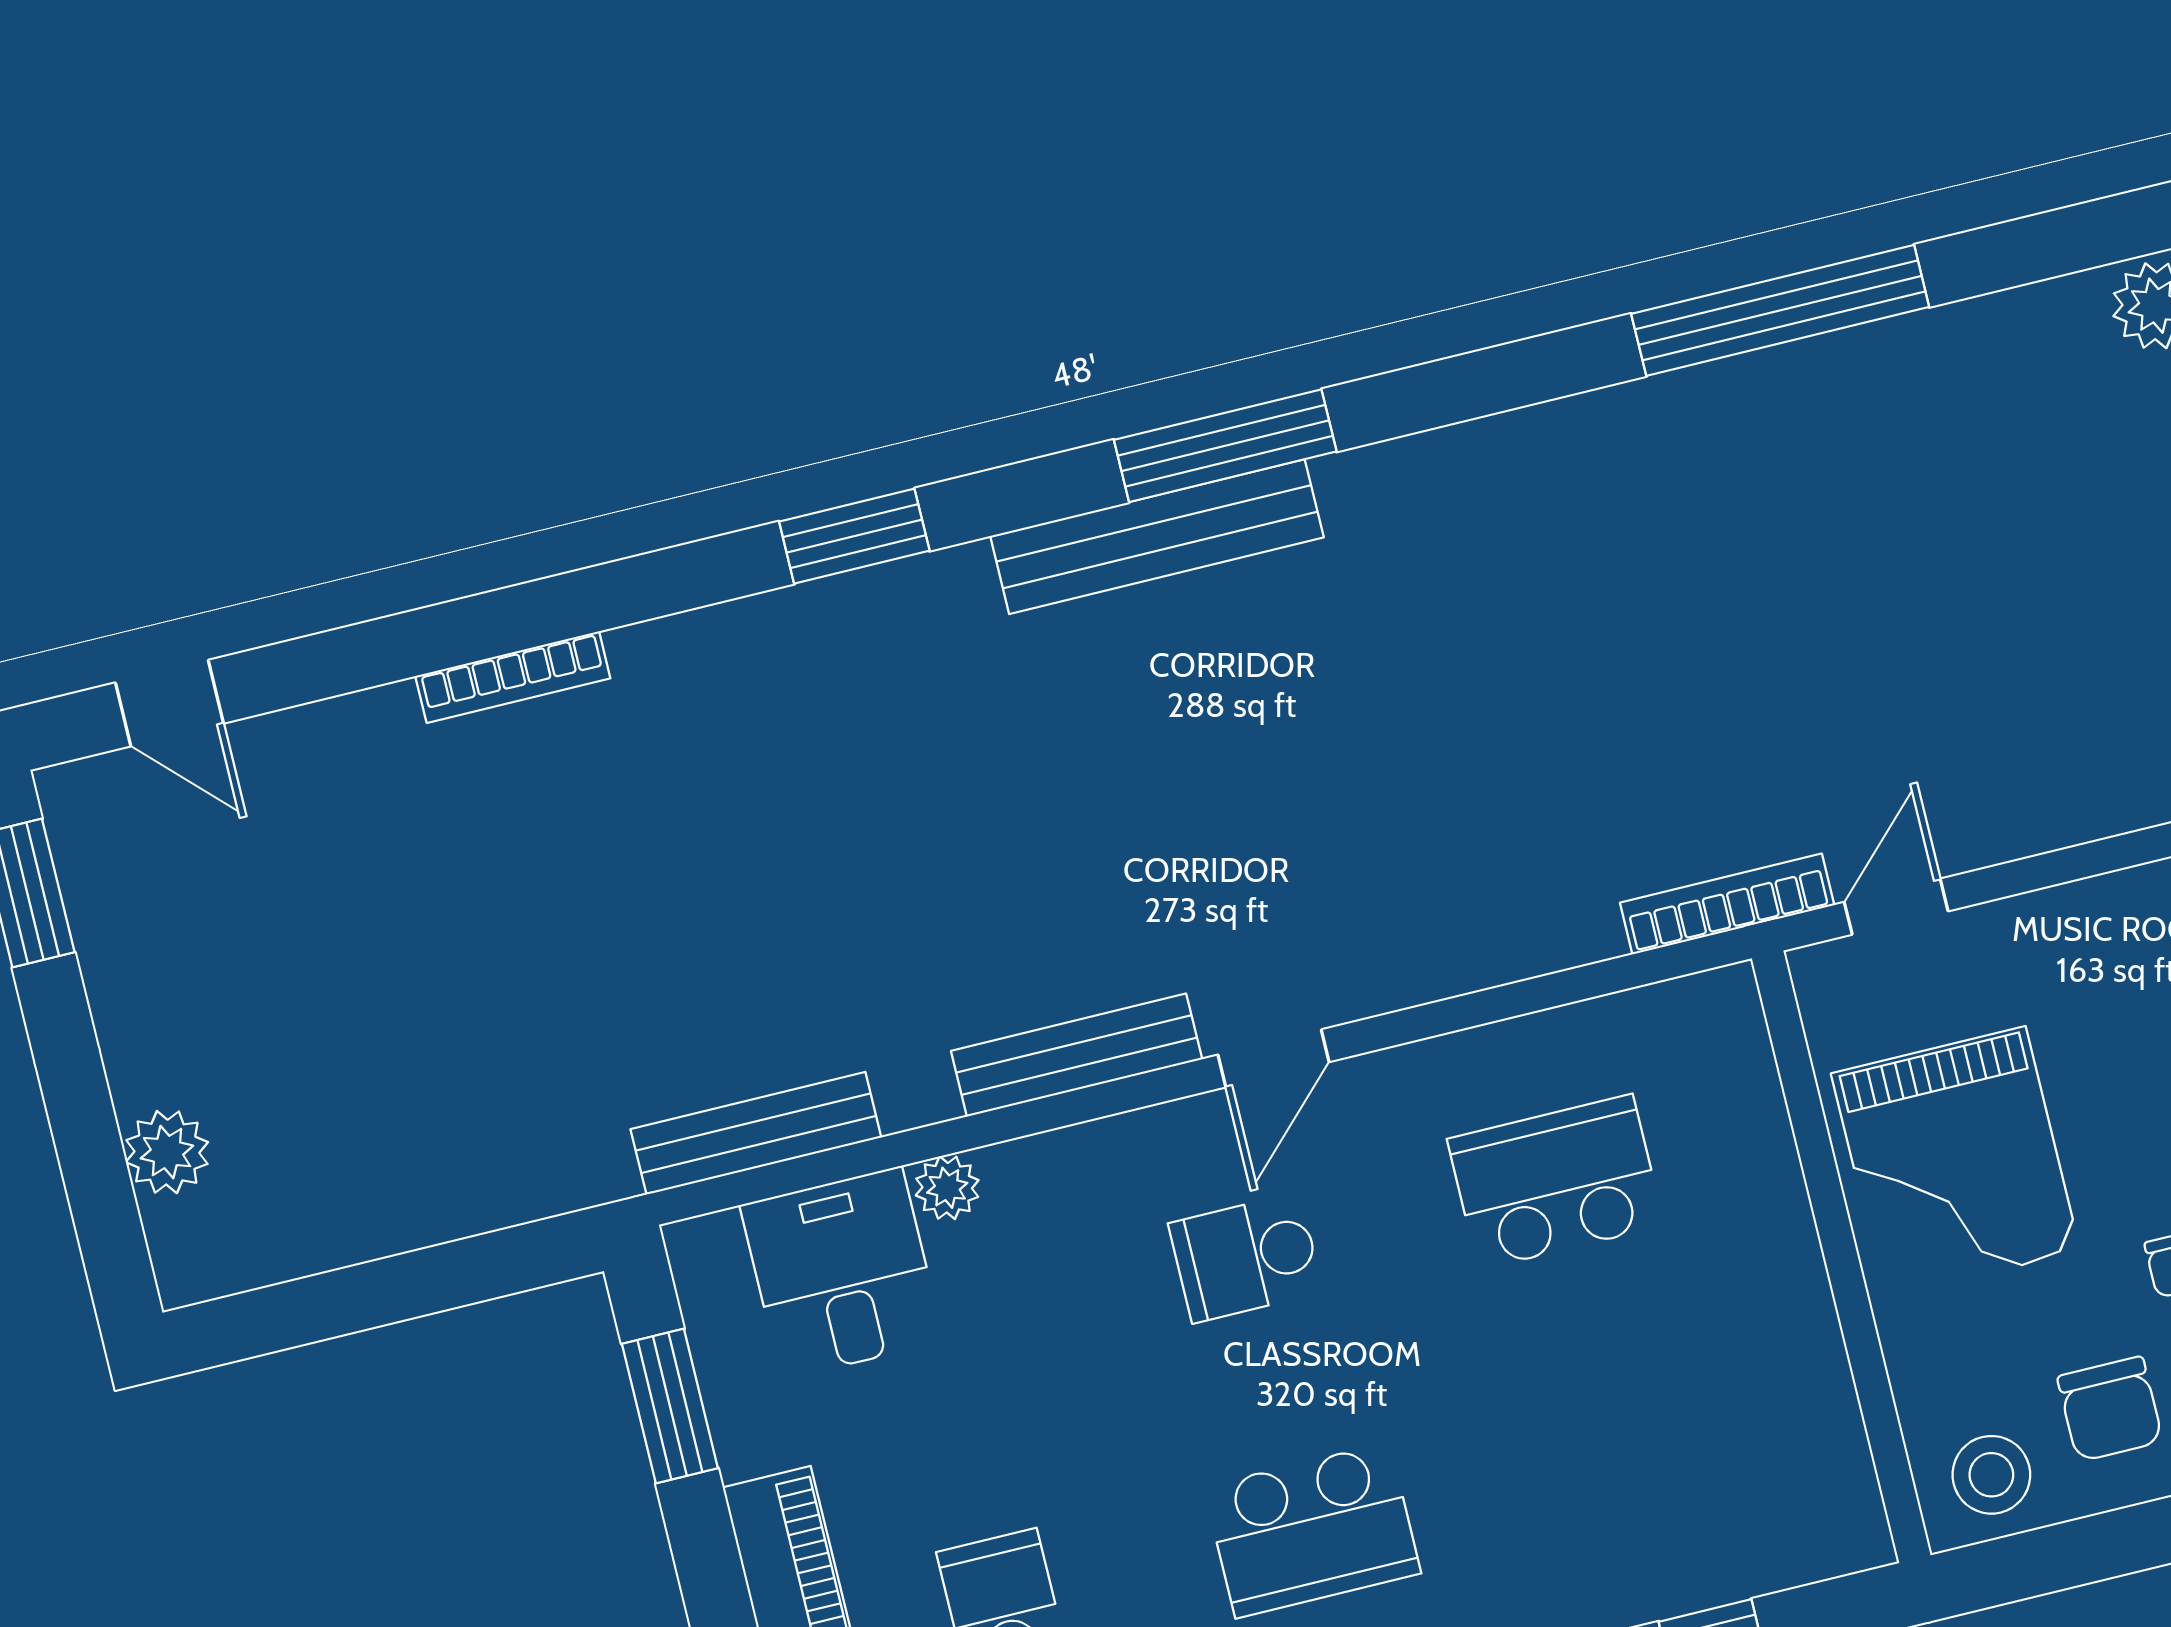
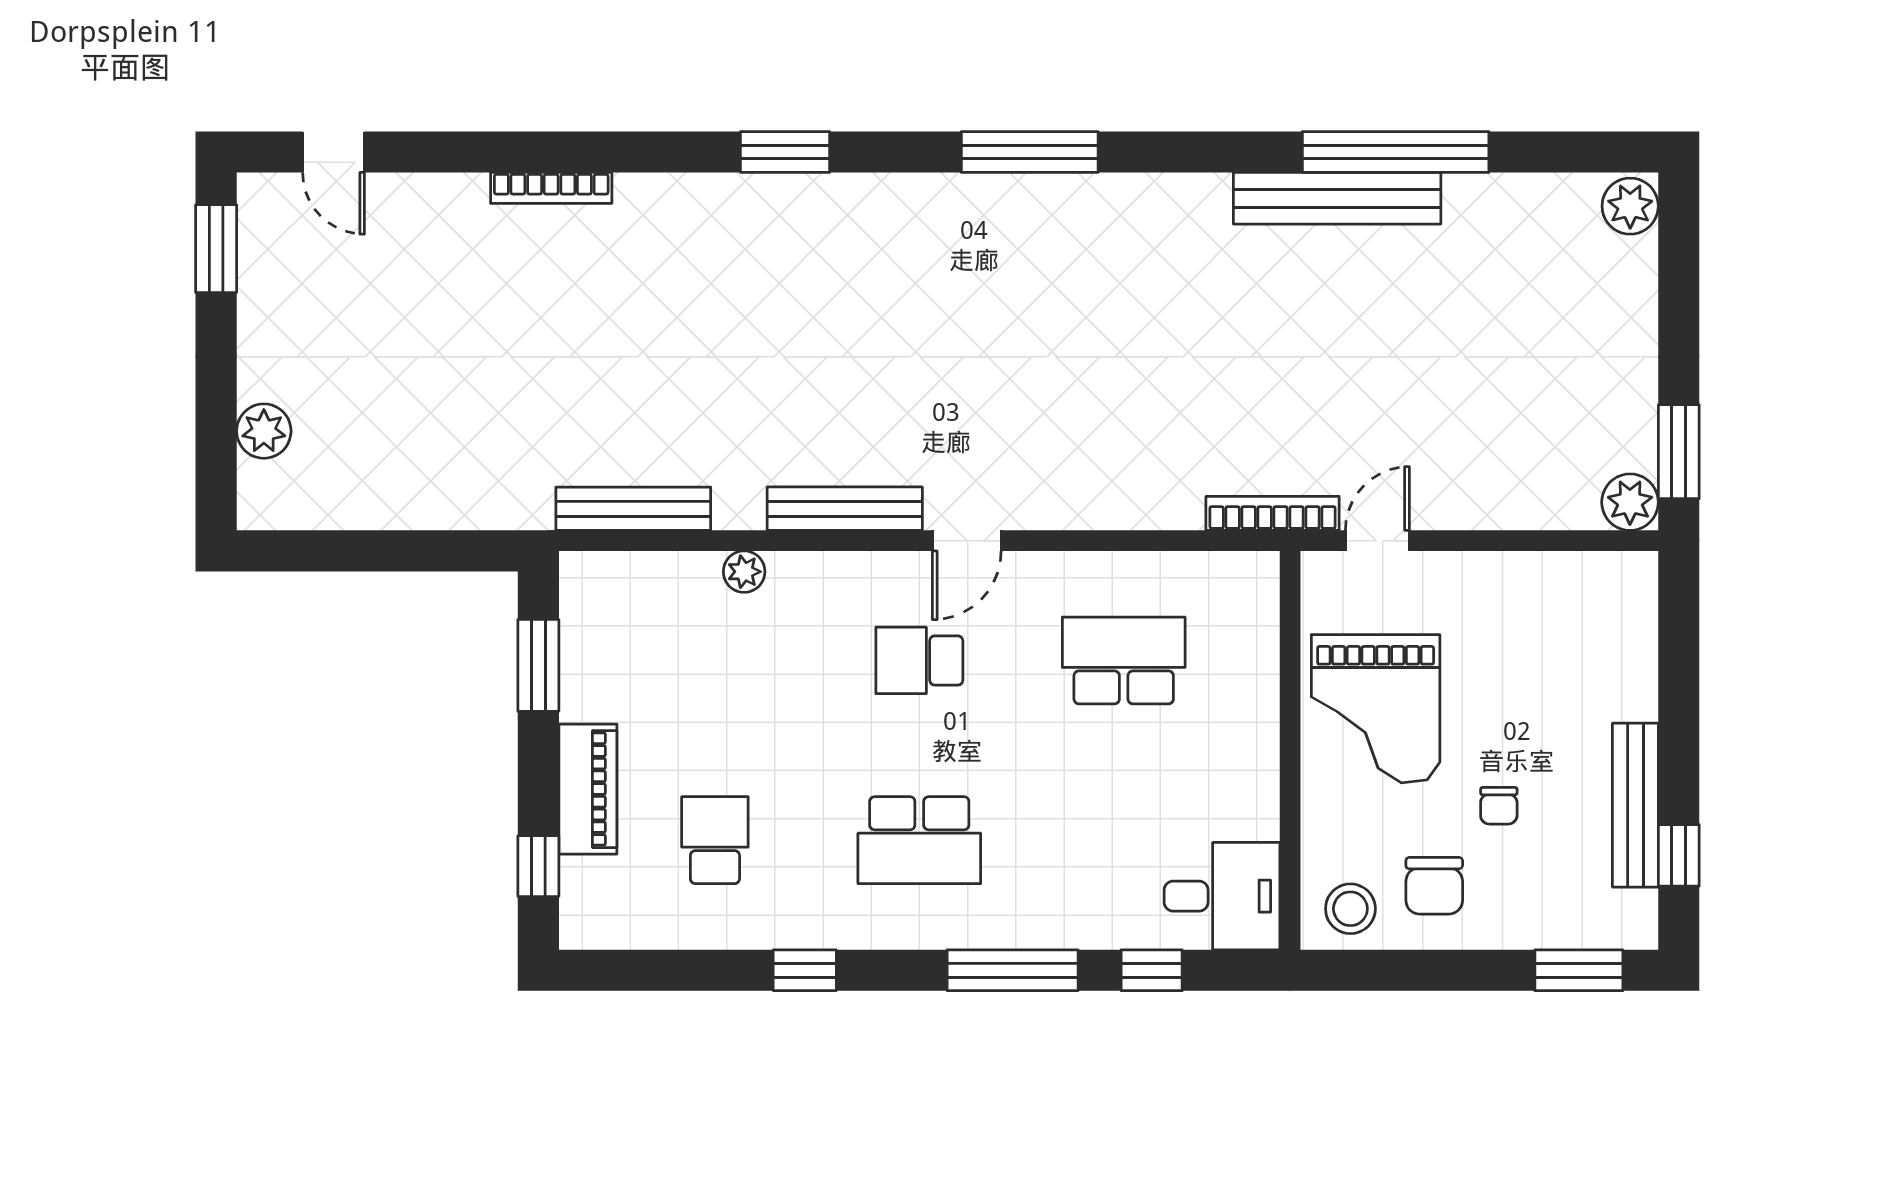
bench: (1157, 537) -> (1337, 198), moved
desk: (842, 1273) -> (1222, 896), moved, turned 90

